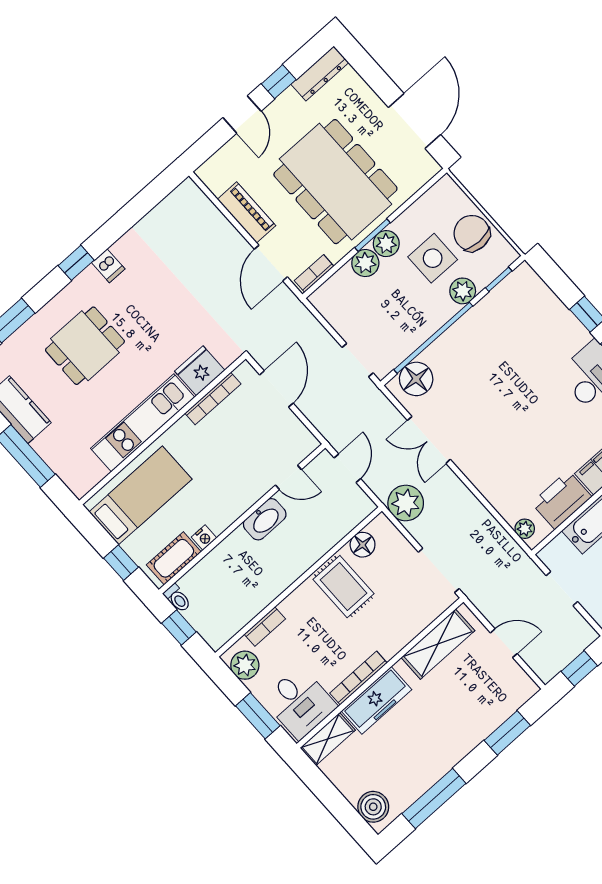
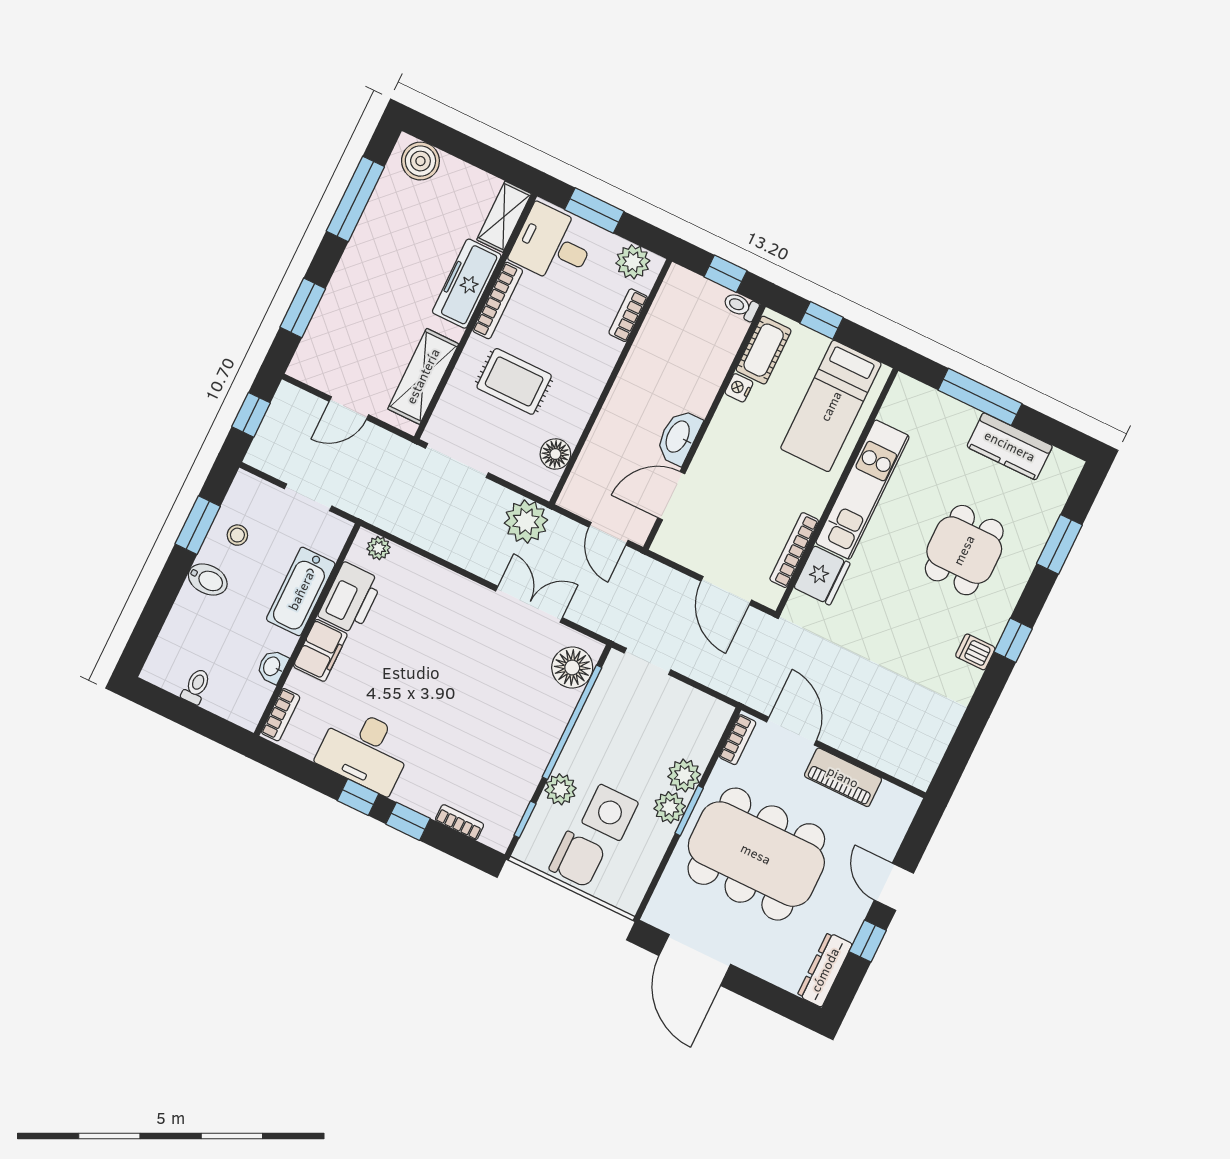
bookcase: (549, 297) -> (460, 822), added
door: (288, 477) -> (671, 496), width x1.38
rug: (343, 587) -> (514, 381), moved

